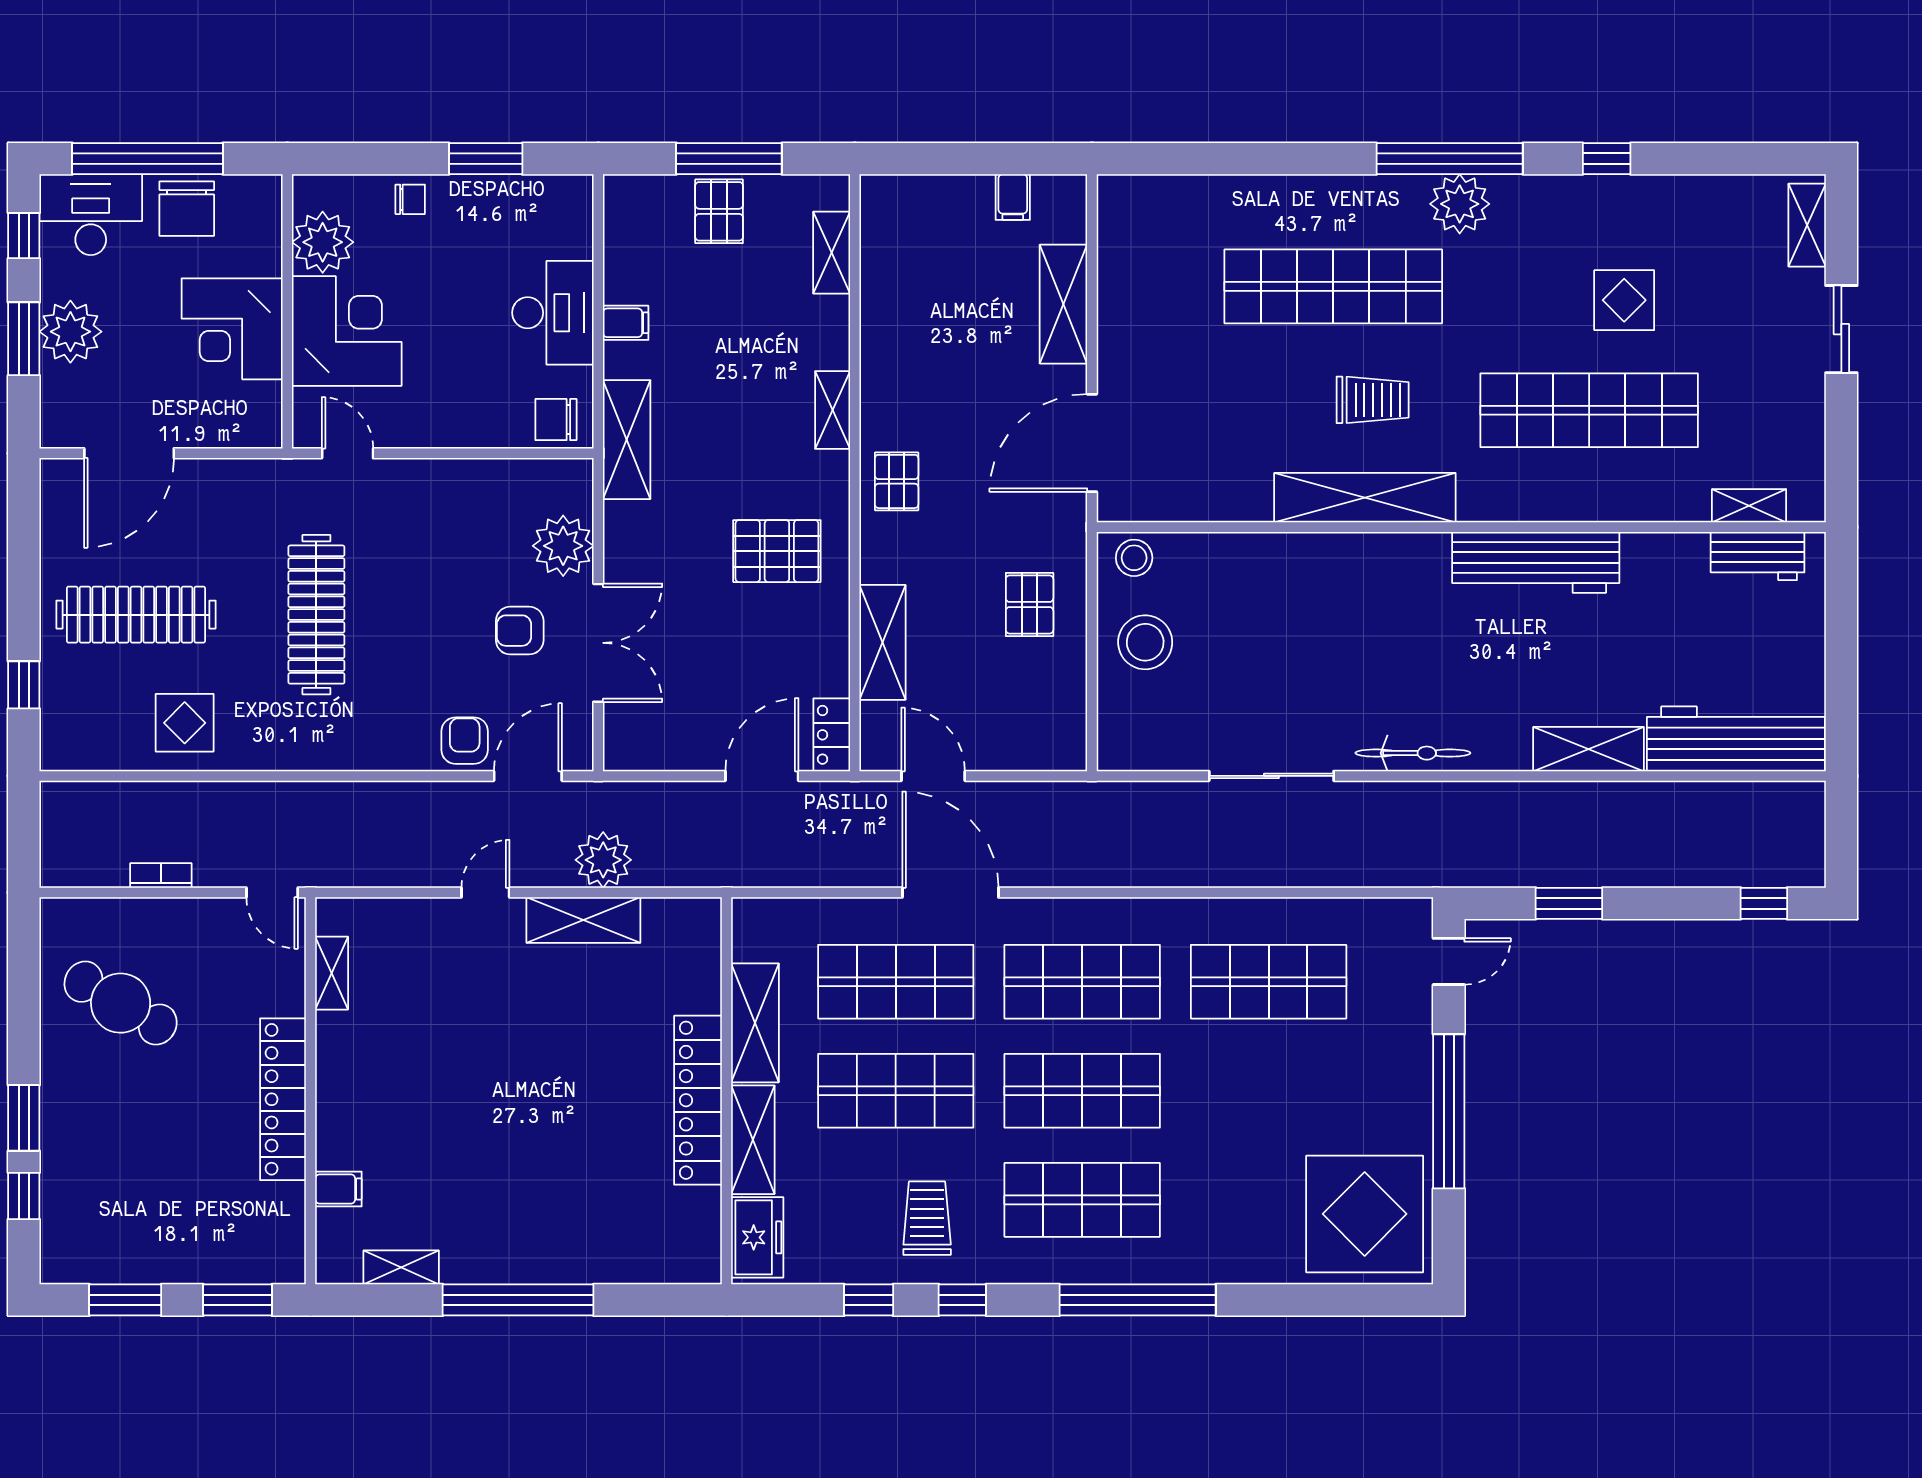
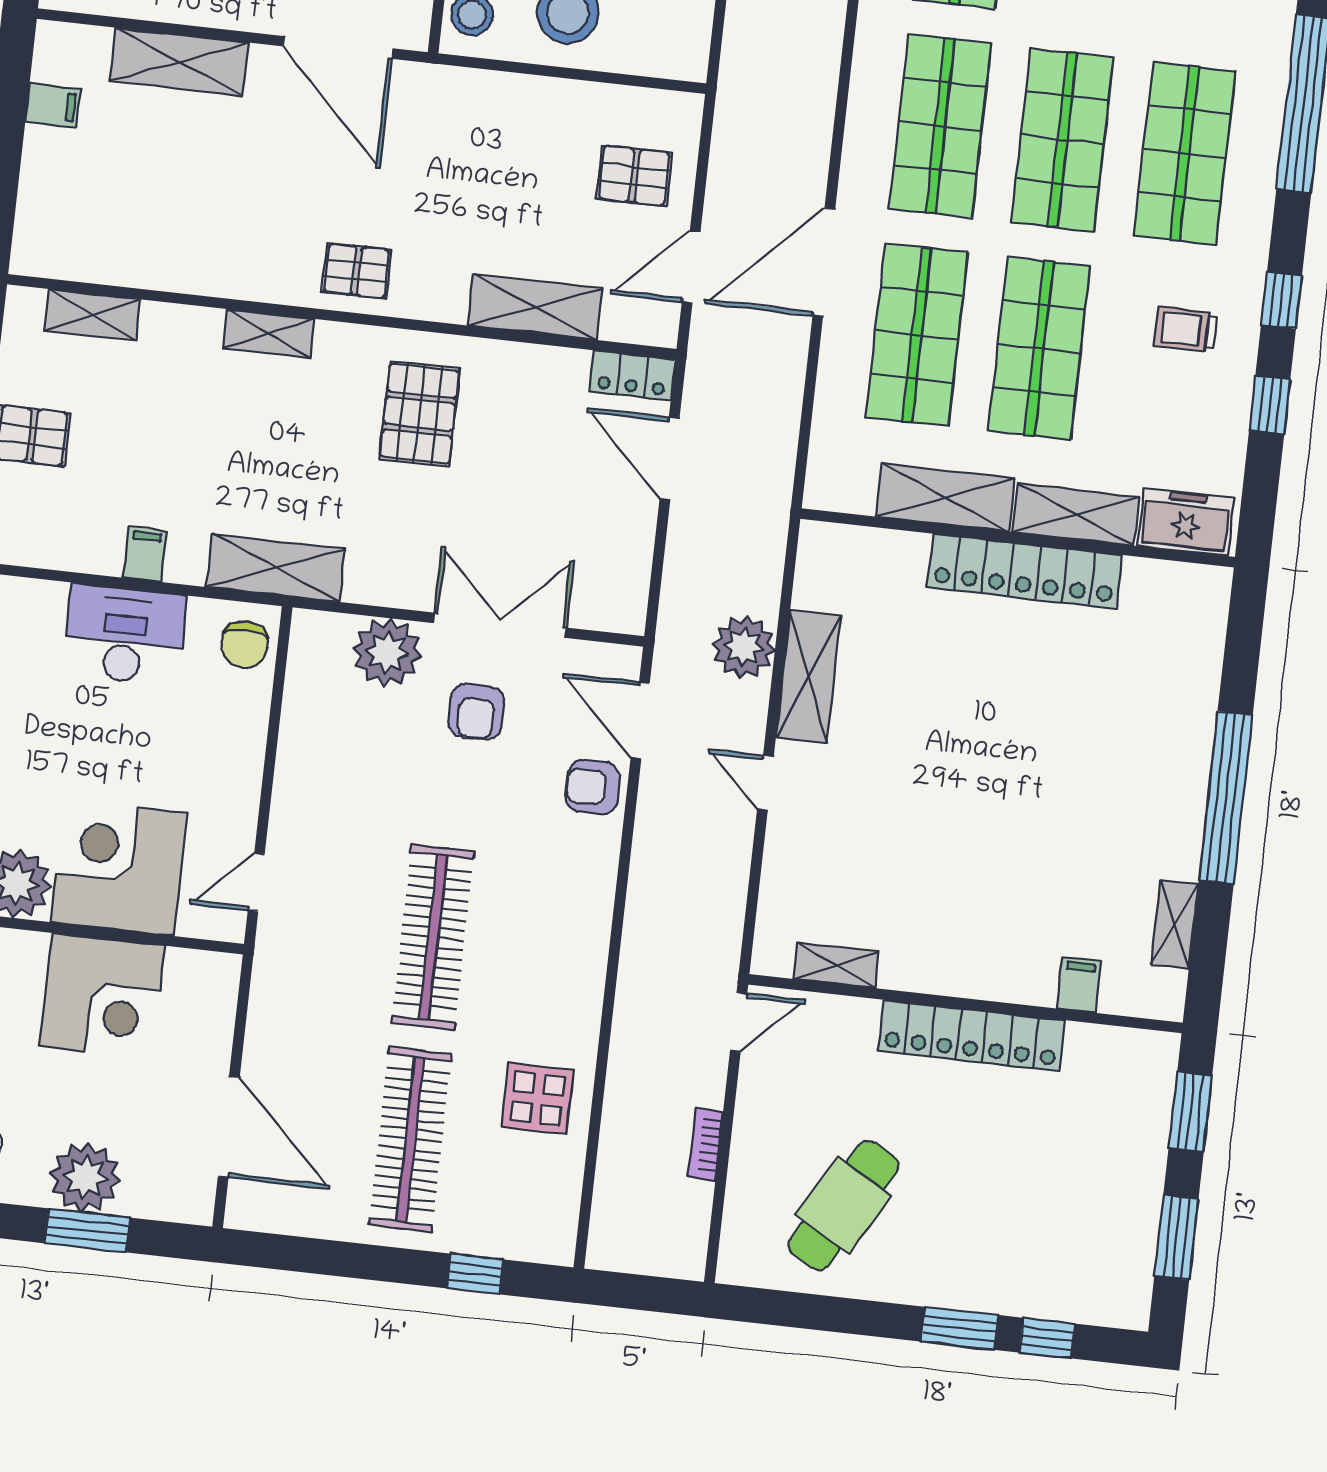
pallet: (1030, 605) -> (634, 176), moved
clothes rail: (316, 615) -> (433, 937), turned 90
trolley: (927, 1218) -> (1186, 329), width x0.73, depth x0.72

